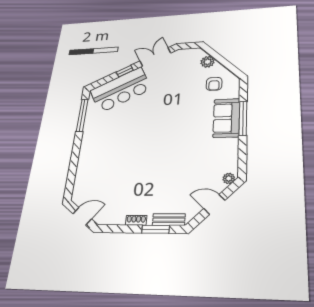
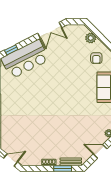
double door: (155, 57) -> (50, 30), swing flipped
window: (125, 71) -> (11, 50), moved

